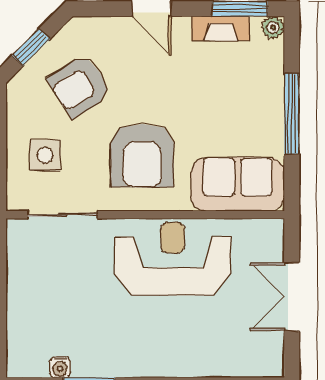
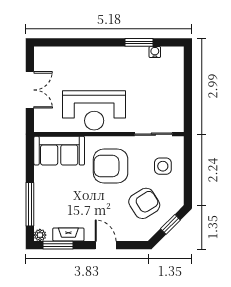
window: (292, 114) -> (30, 204), moved
armchair: (142, 156) -> (111, 166), turned -90

